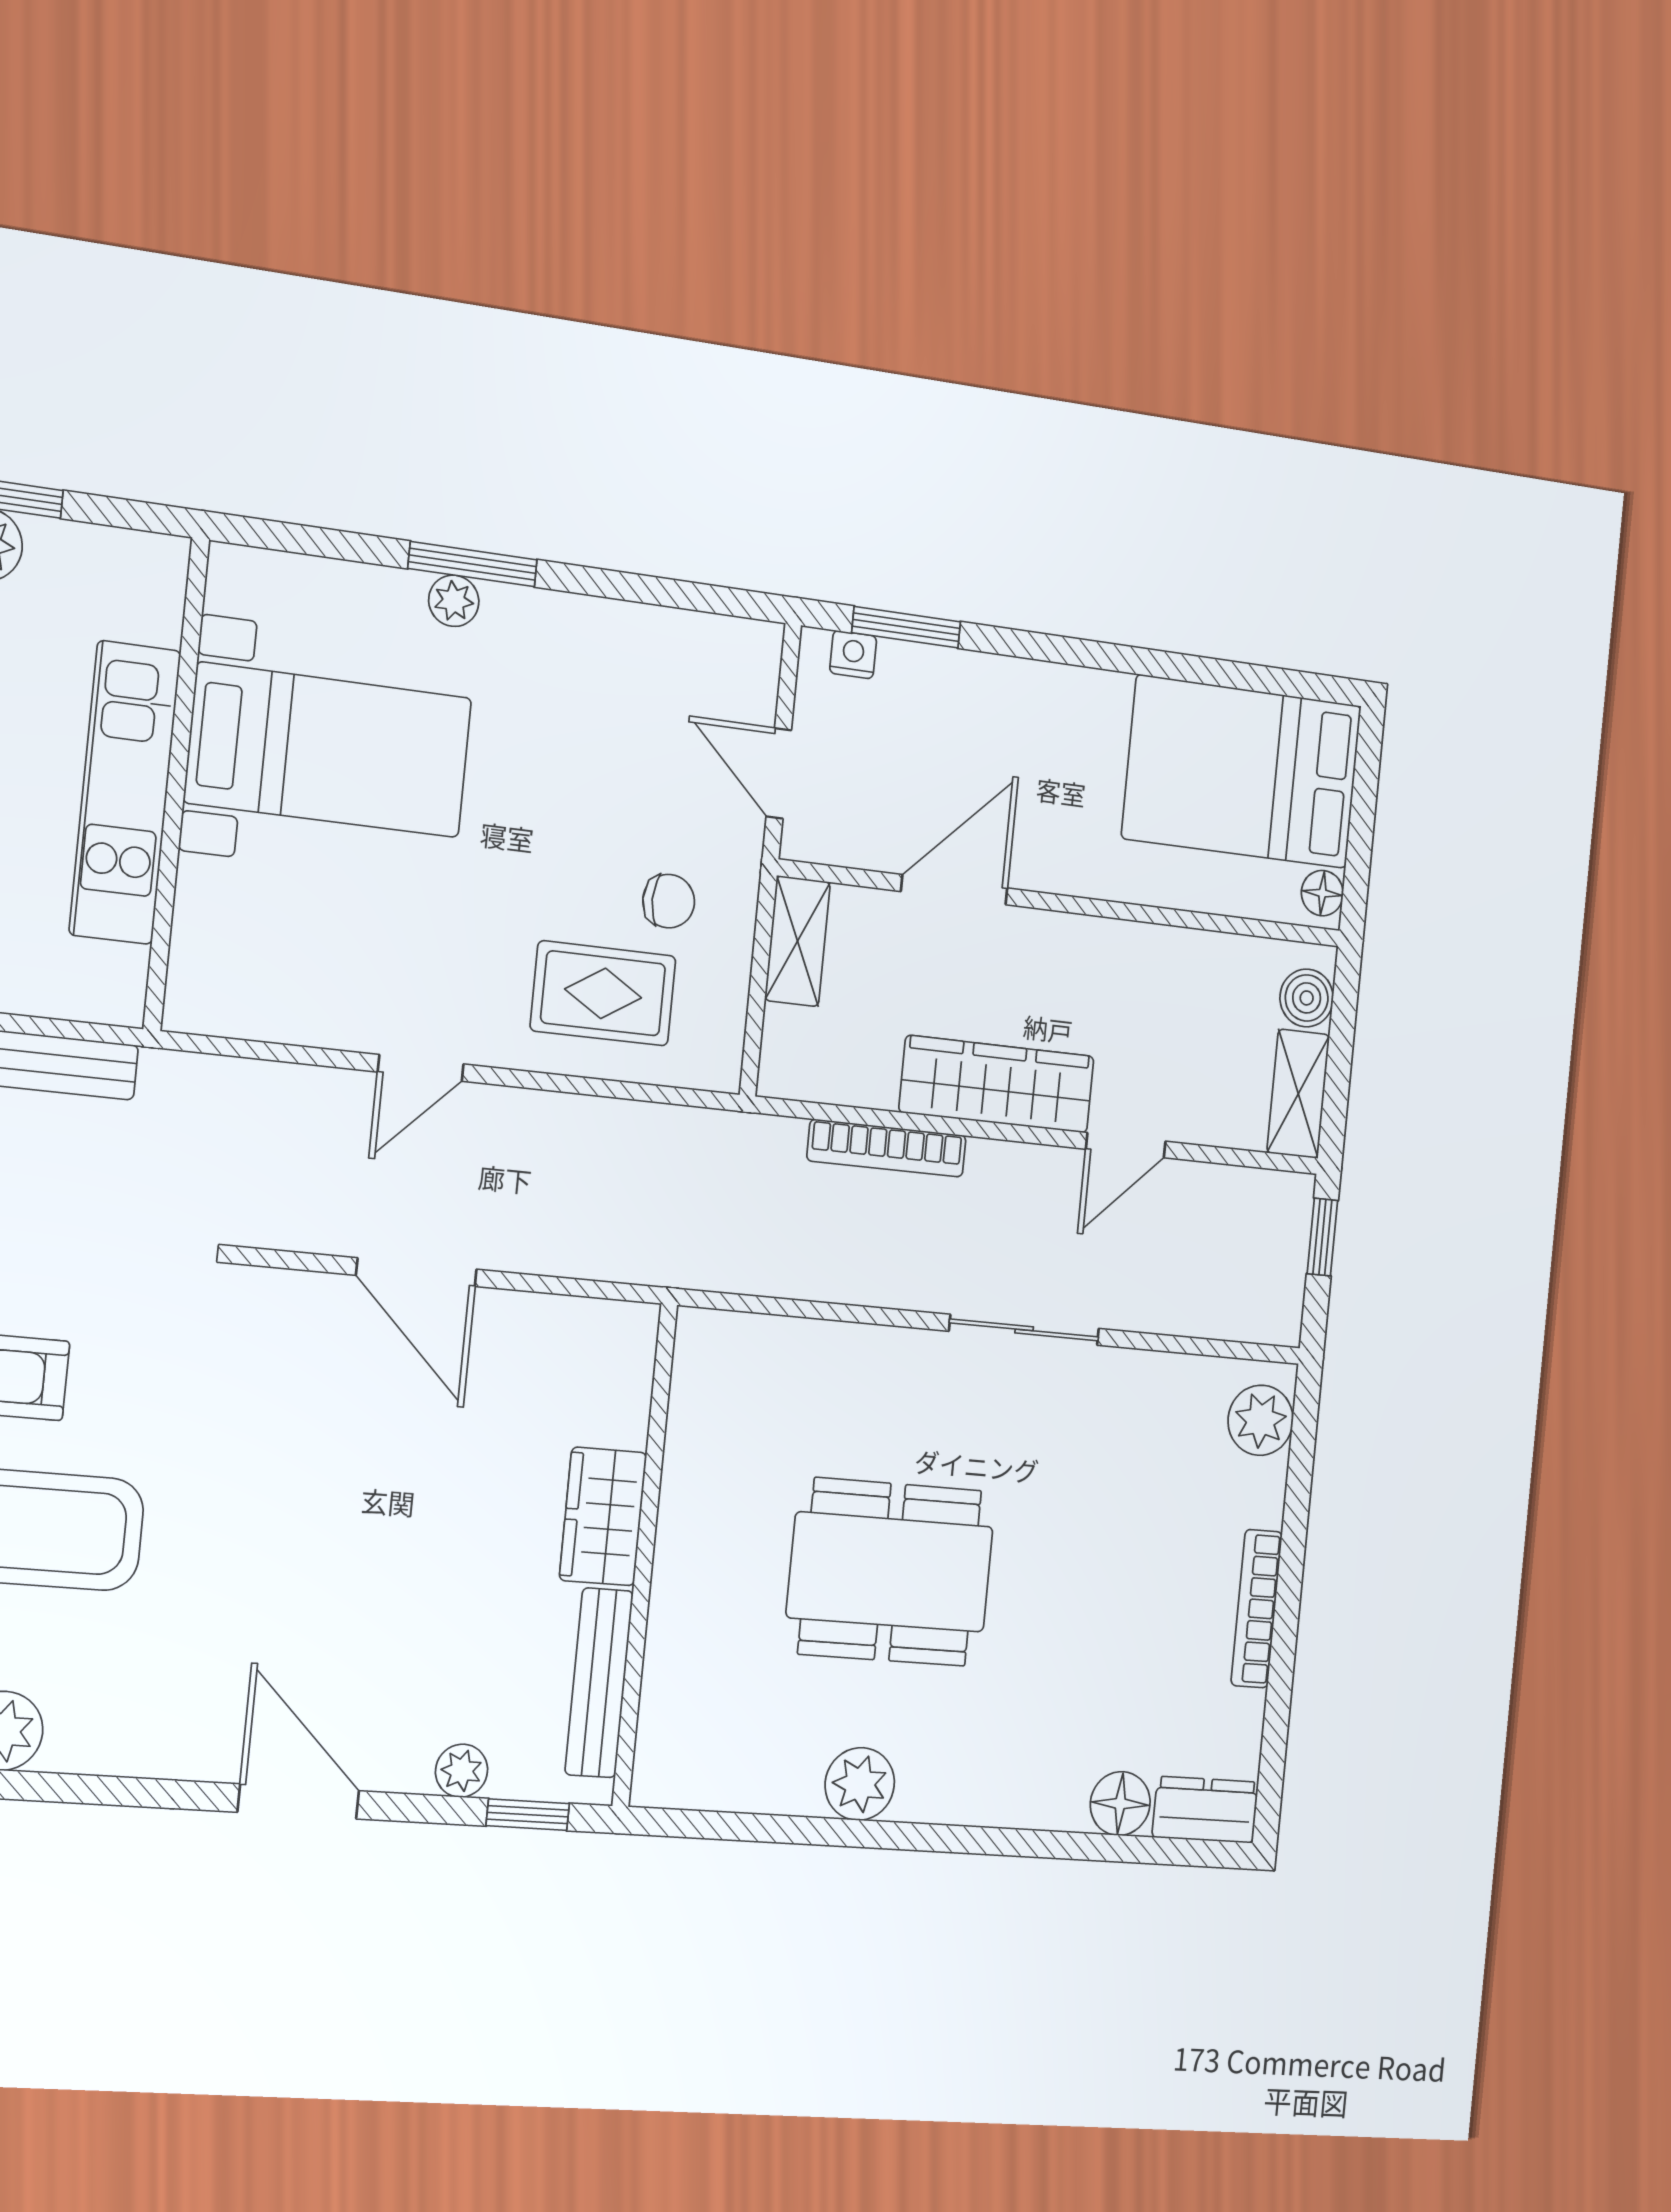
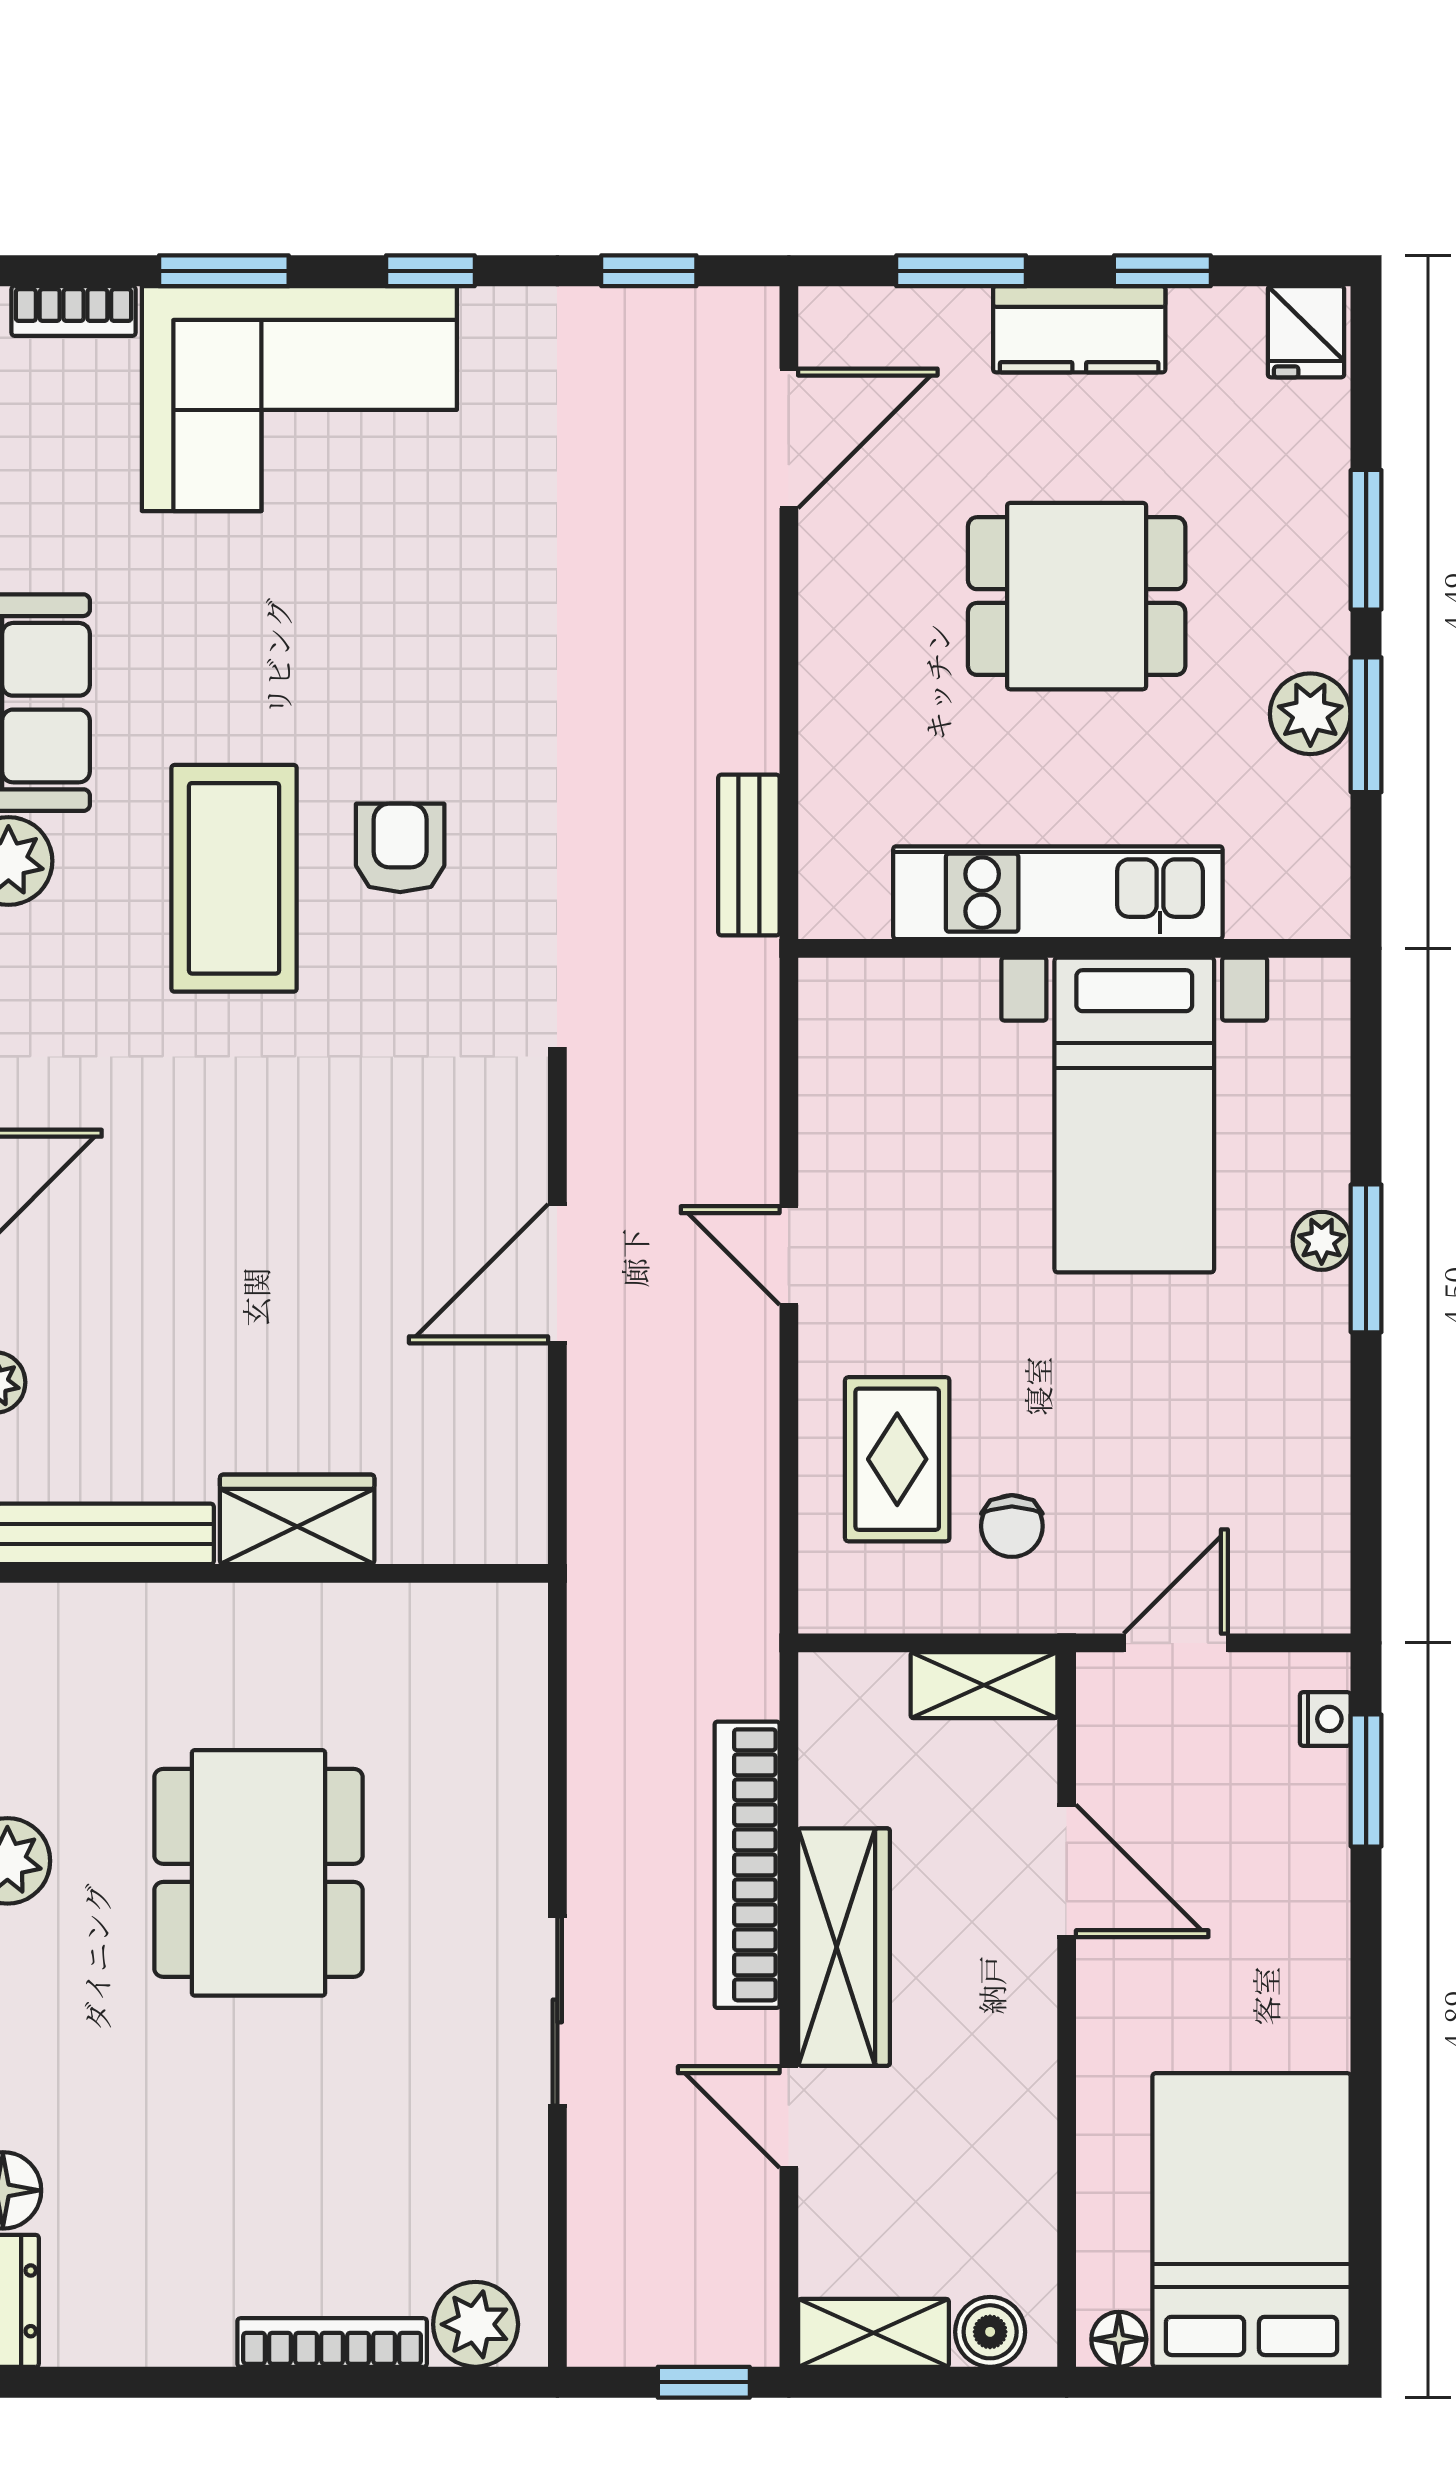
bookcase: (887, 1148) -> (747, 1865), width x1.48, depth x1.31
bookcase: (1257, 1609) -> (332, 2342), moved

